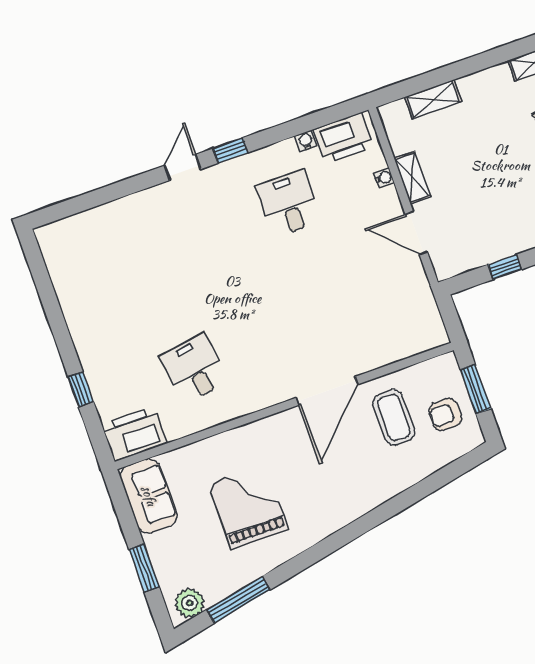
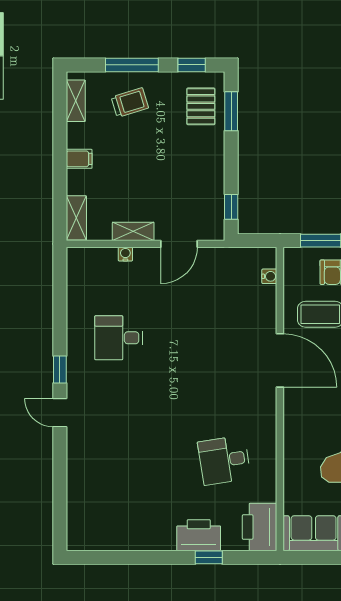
filing cabinet: (472, 89) -> (79, 159), added
shelving: (433, 99) -> (76, 218), moved
printer: (343, 138) -> (199, 535), moved, turned -90
water cooler: (306, 141) -> (269, 276), moved, turned 180
window: (505, 267) -> (231, 207), moved

